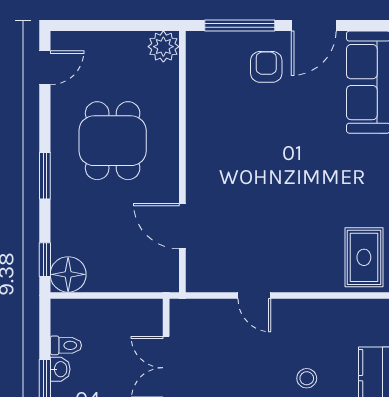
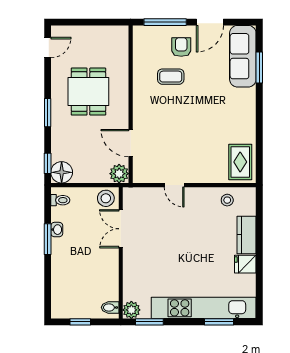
plant: (163, 47) -> (119, 174), moved
coffee table: (249, 116) -> (171, 77), added
stool: (141, 317) -> (106, 198), added
toilet: (66, 345) -> (60, 200), moved
stool: (307, 378) -> (227, 200), moved

